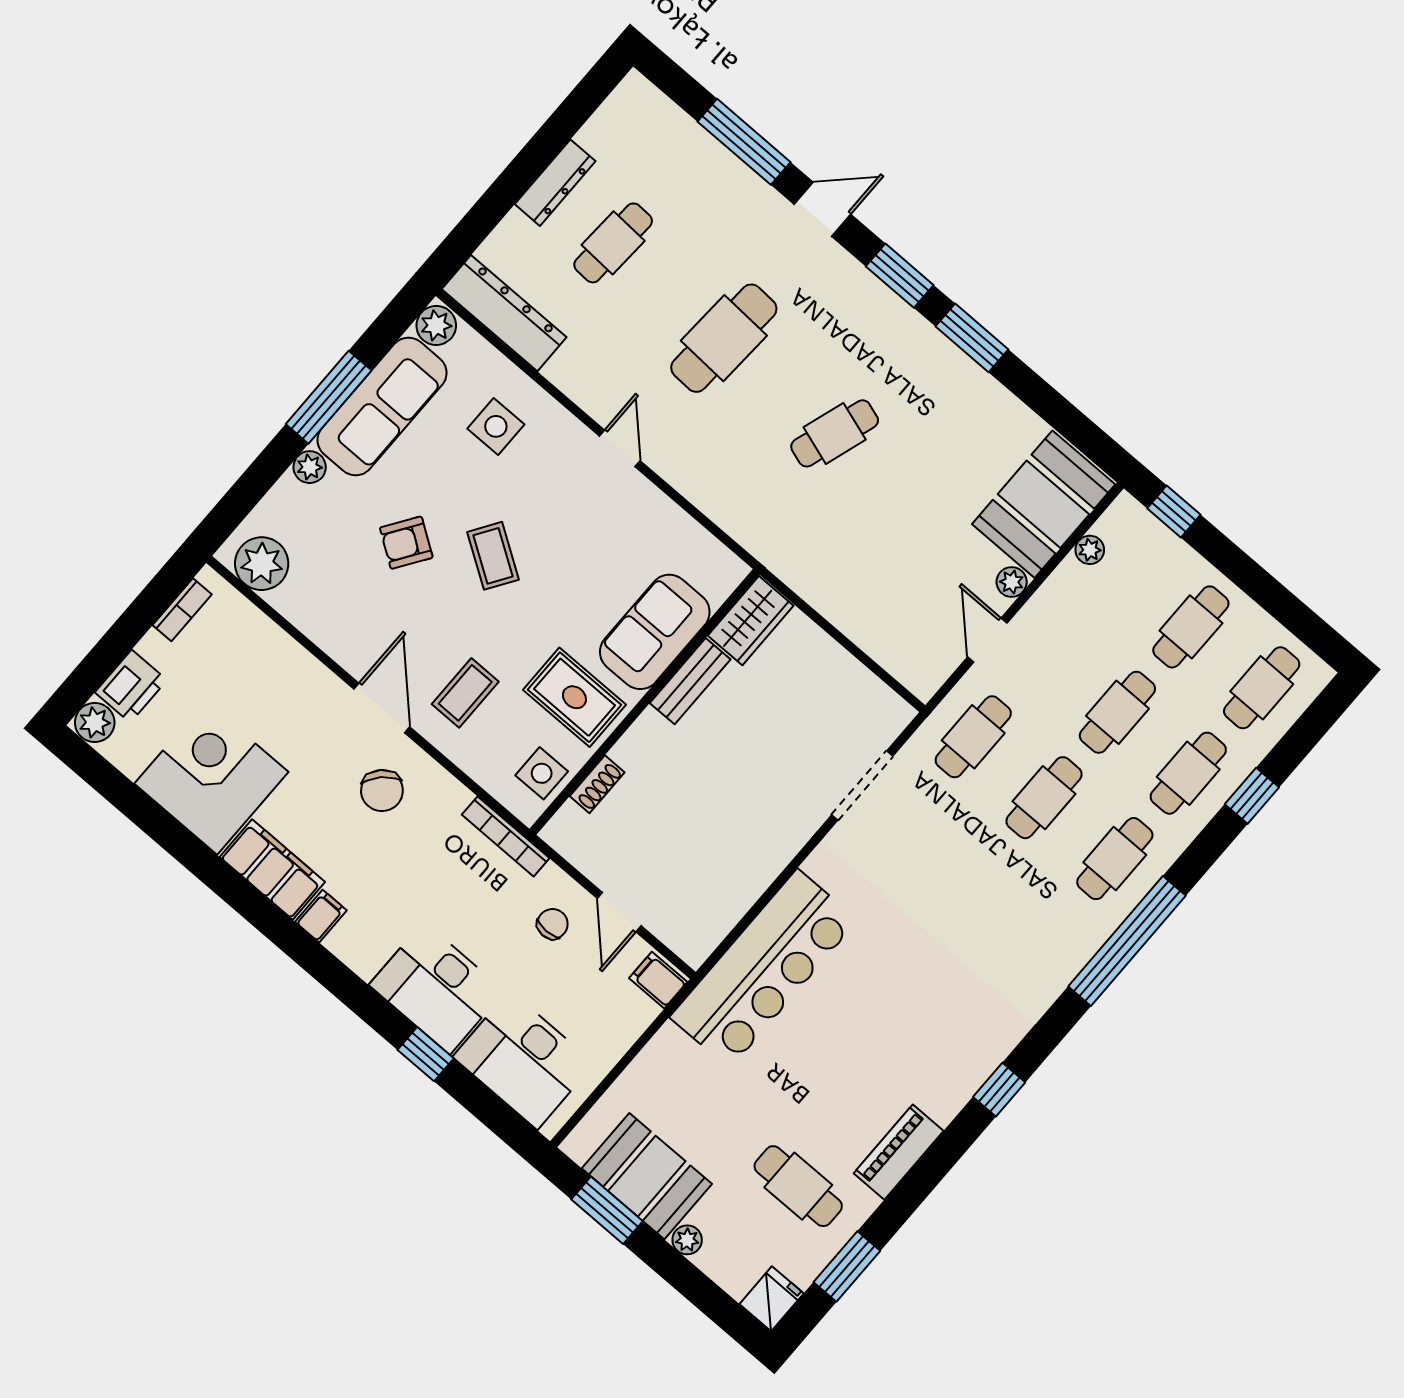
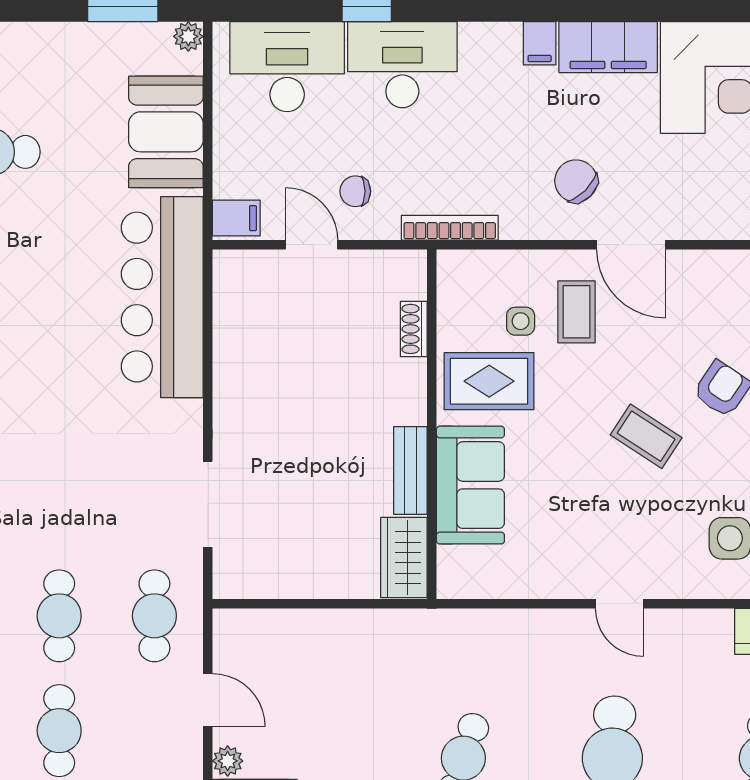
side table: (542, 773) -> (521, 321), moved, width x0.73, depth x0.73
chair: (552, 924) -> (355, 191), turned 90
booth: (647, 1176) -> (166, 132), moved, turned 90
plant: (687, 1240) -> (188, 36), moved

